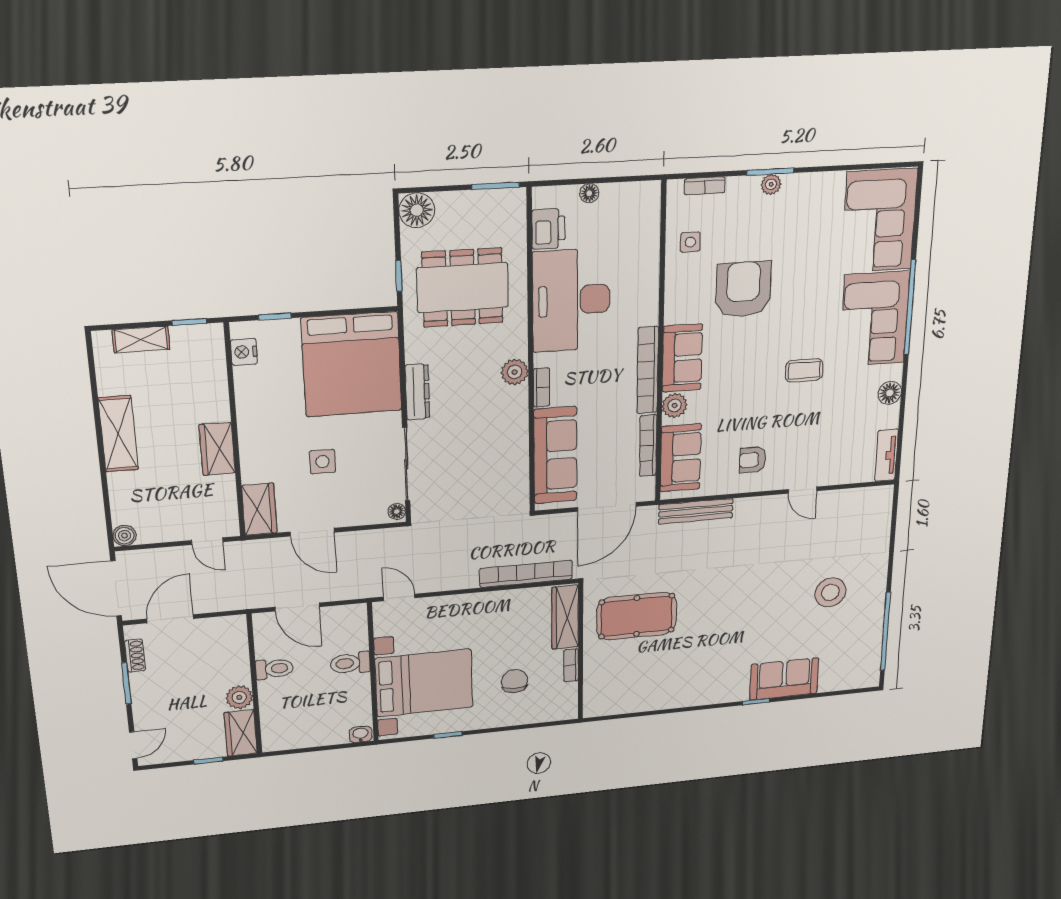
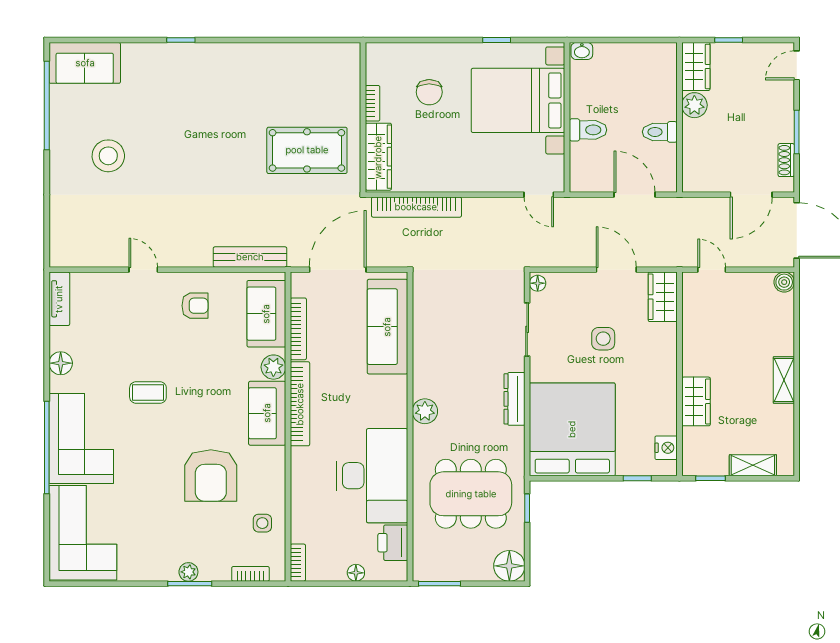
bookcase: (541, 387) -> (298, 563), moved, turned 180
shelving: (118, 434) -> (784, 380), width x0.67, depth x0.75
wardrobe: (217, 449) -> (696, 401), moved
sliding door: (406, 464) -> (527, 329), width x0.73
sofa: (784, 679) -> (85, 63), moved

